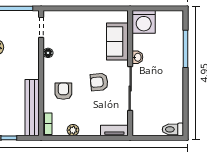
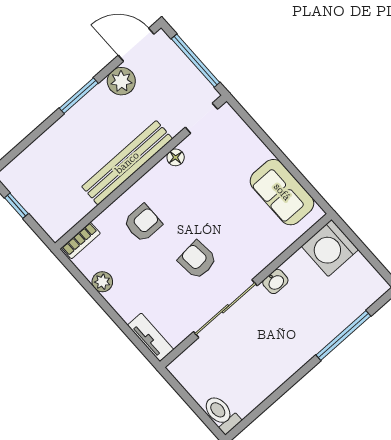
sofa: (117, 42) -> (282, 192), moved, turned -90
bench: (32, 108) -> (127, 163), moved

